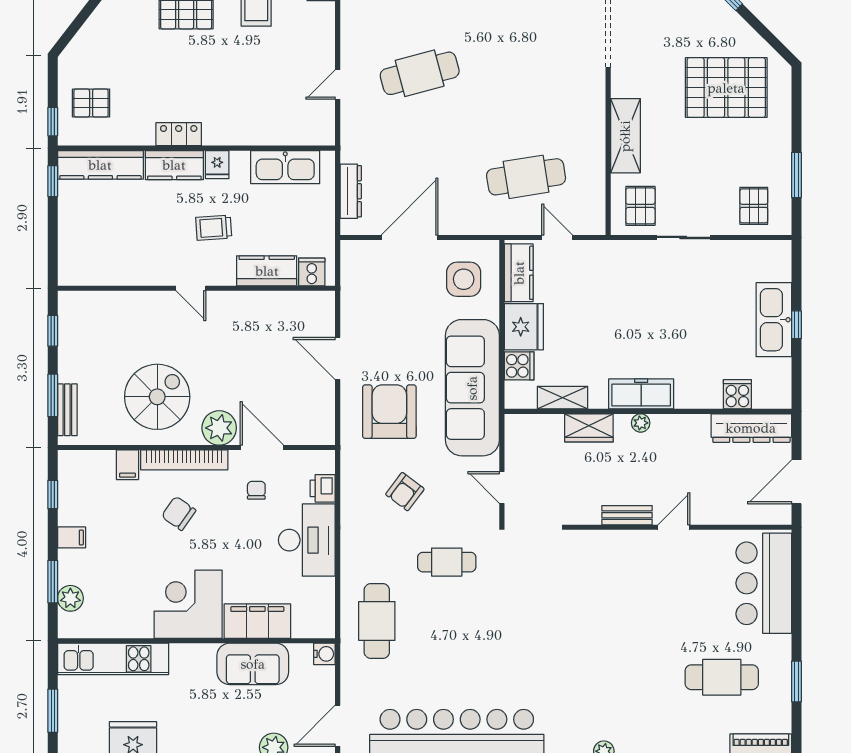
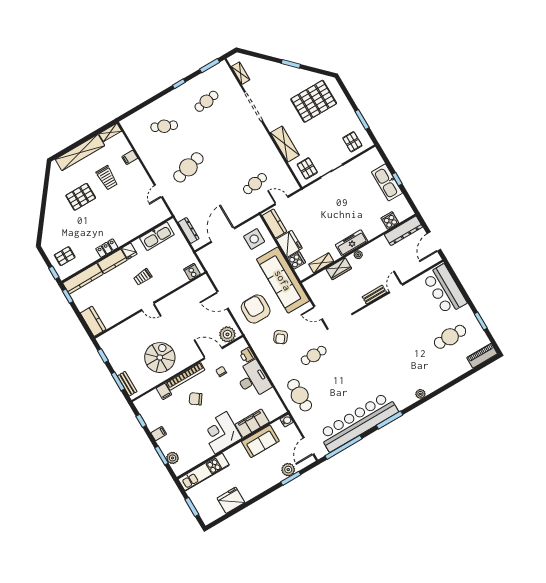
cafe table: (526, 177) -> (255, 184), width x0.73, depth x0.74
kitchen counter: (267, 271) -> (93, 321), moved, turned 90
plant: (219, 428) -> (227, 334), moved

